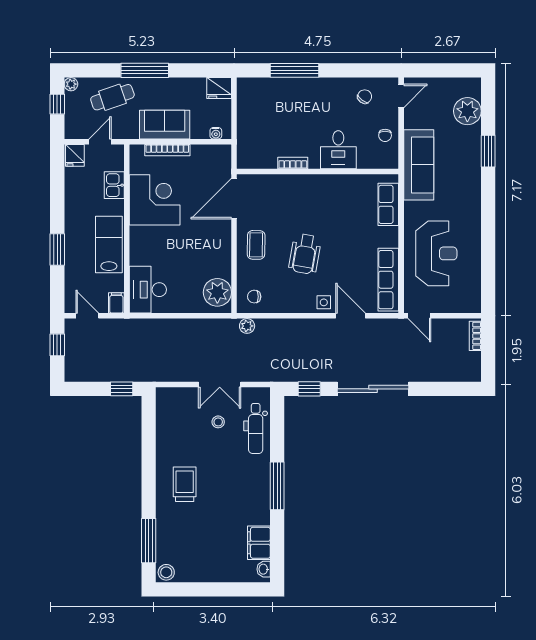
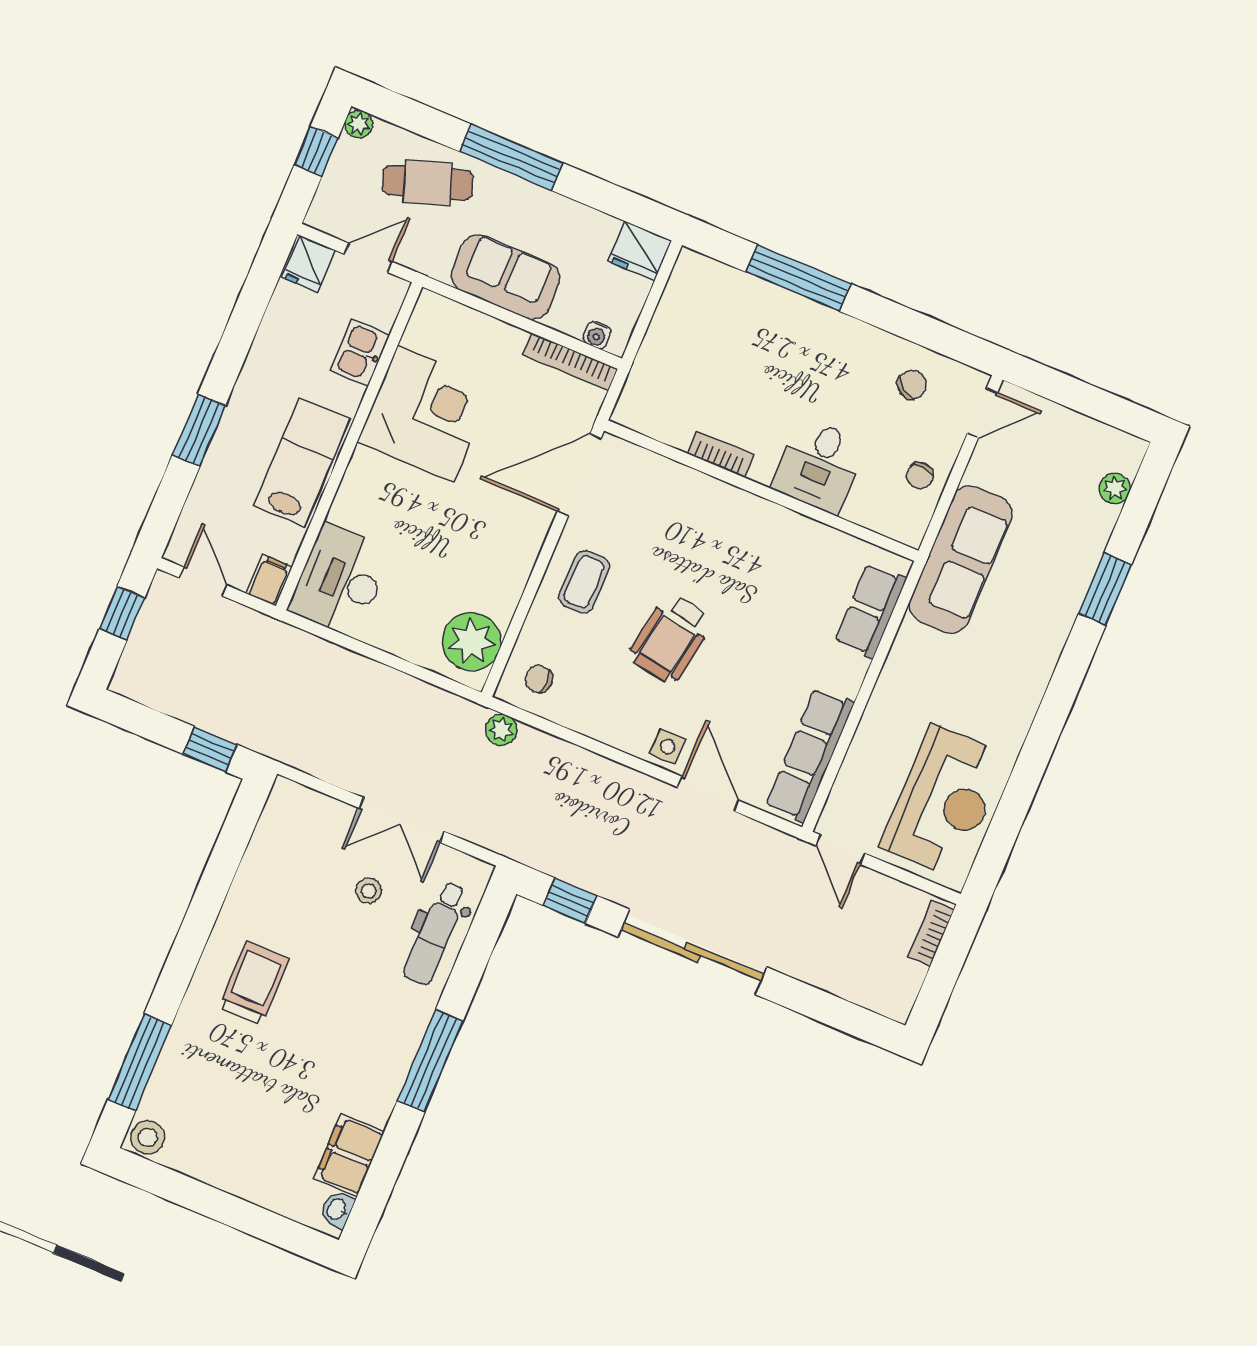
plant: (467, 111) -> (1115, 488), width x0.53, depth x0.53
bookcase: (167, 150) -> (570, 362), moved
reception desk: (436, 253) -> (944, 801), moved

